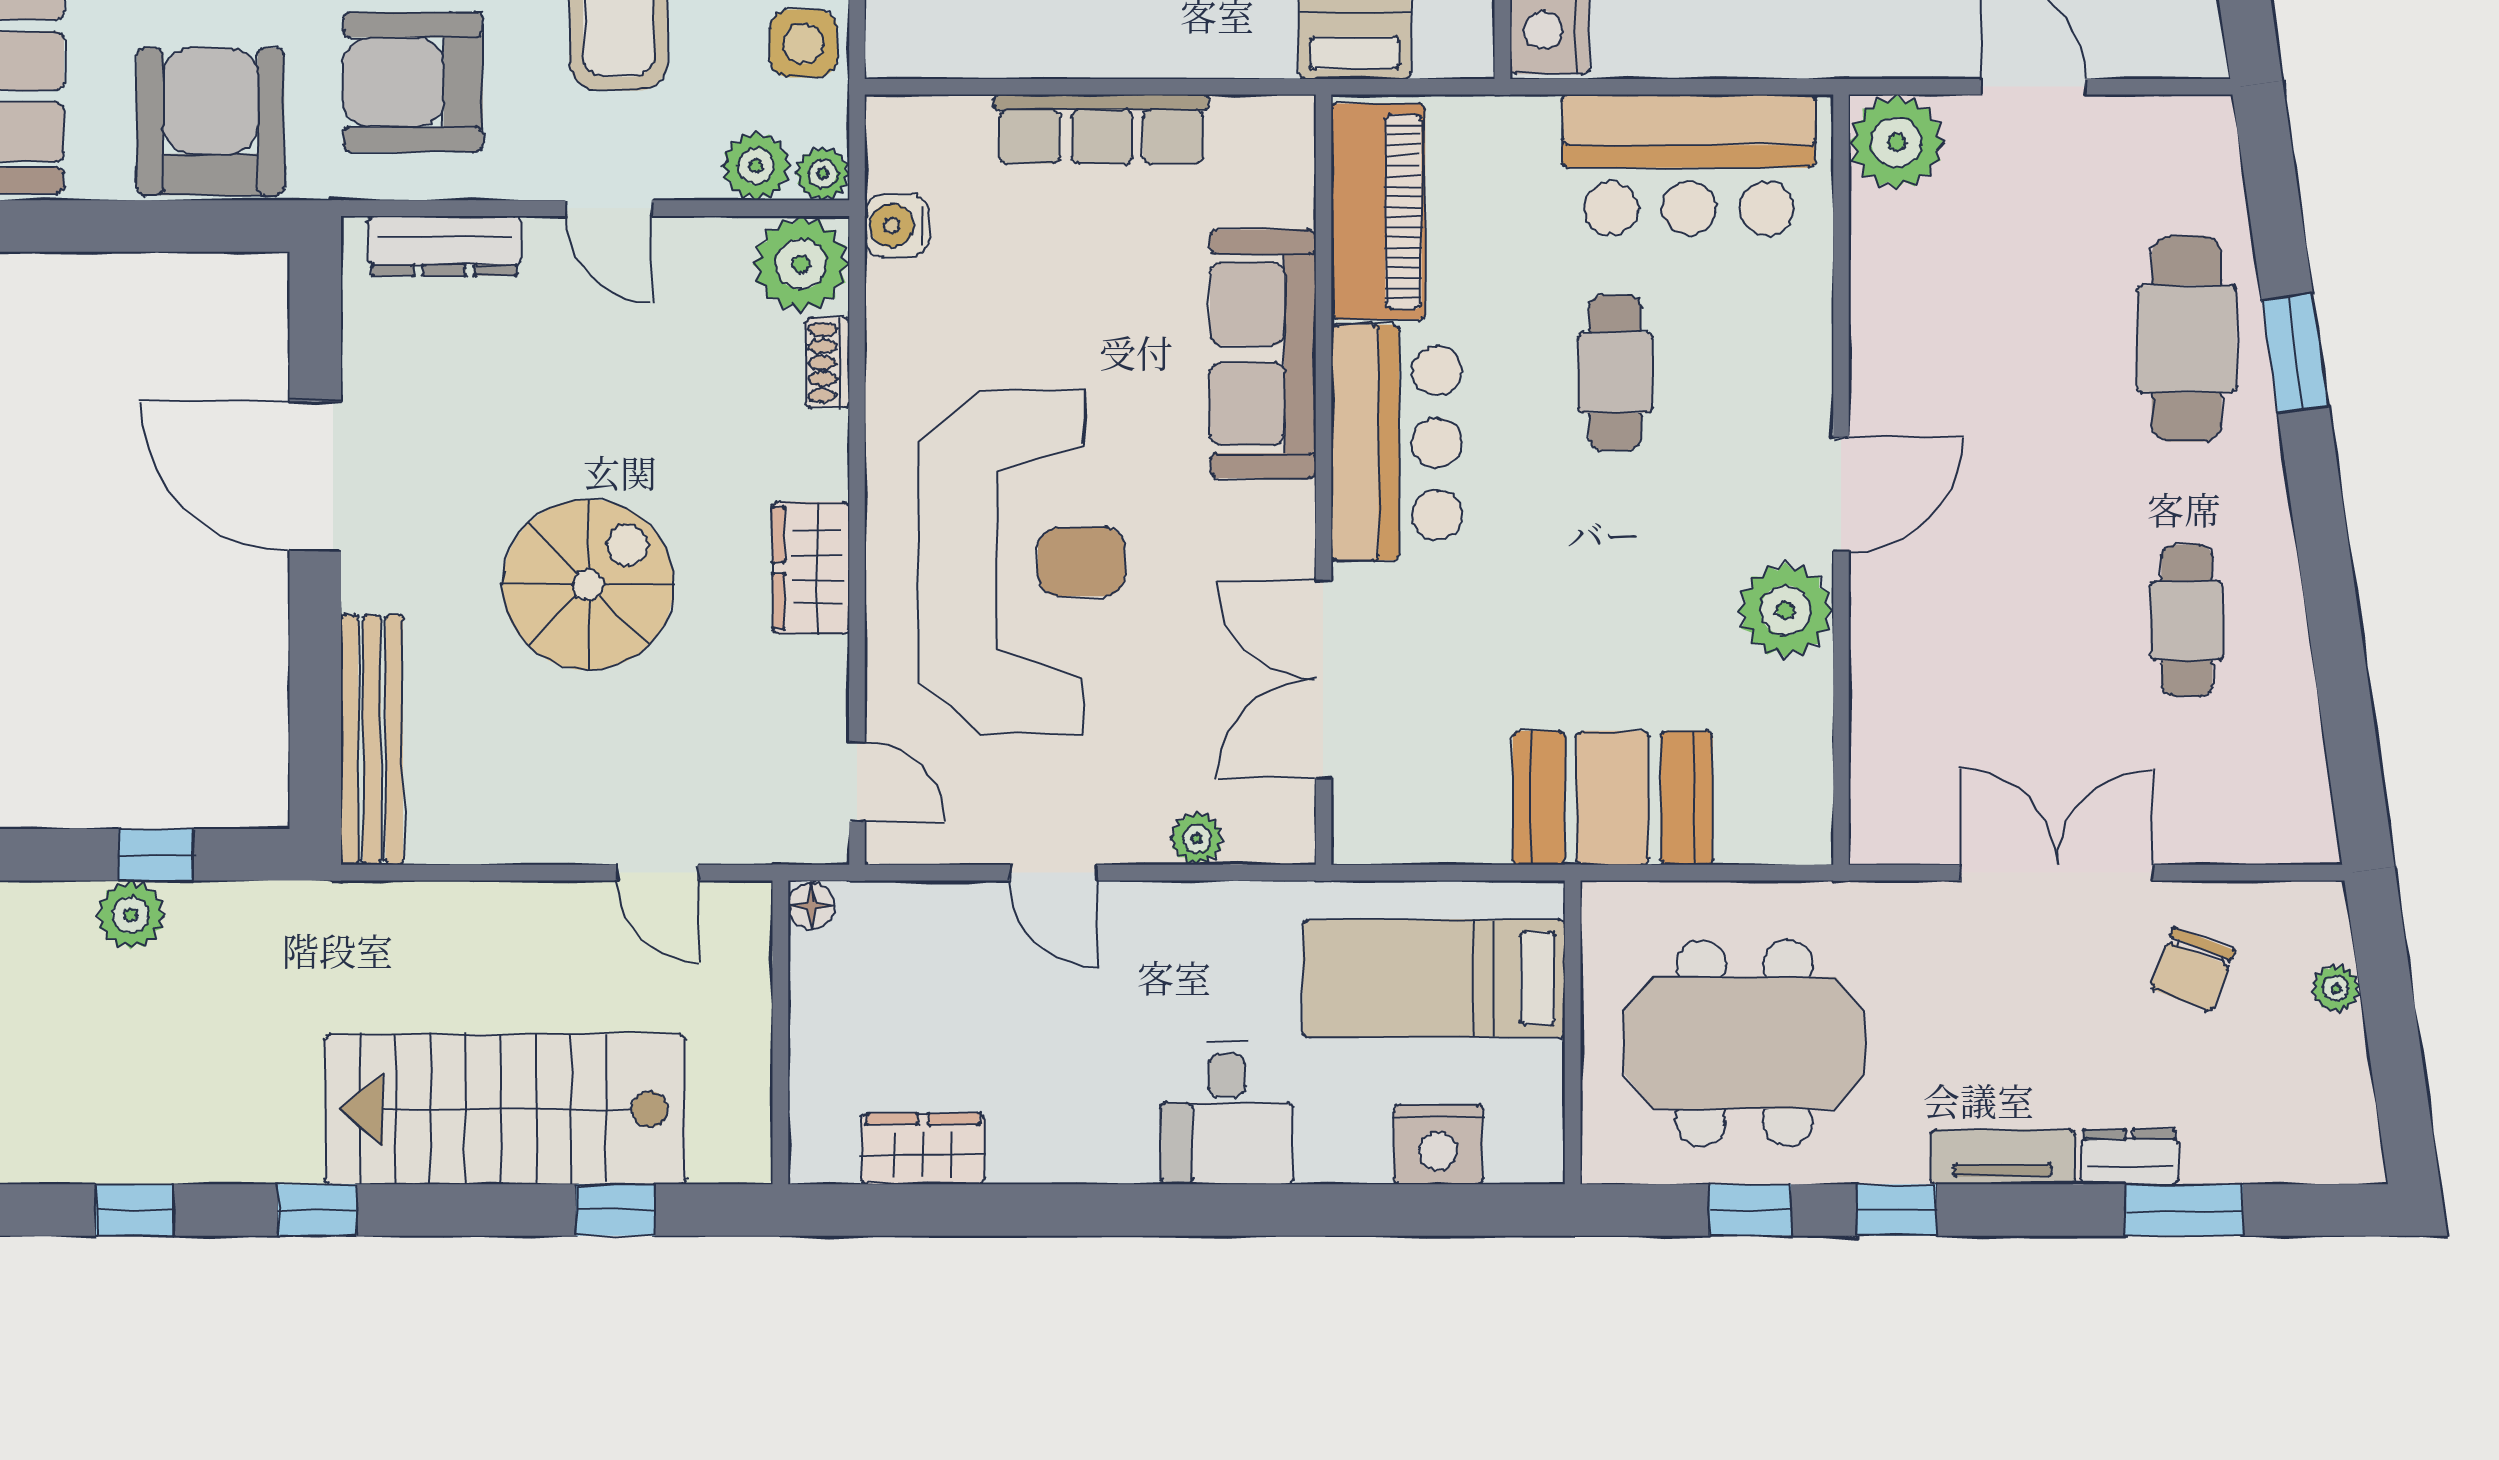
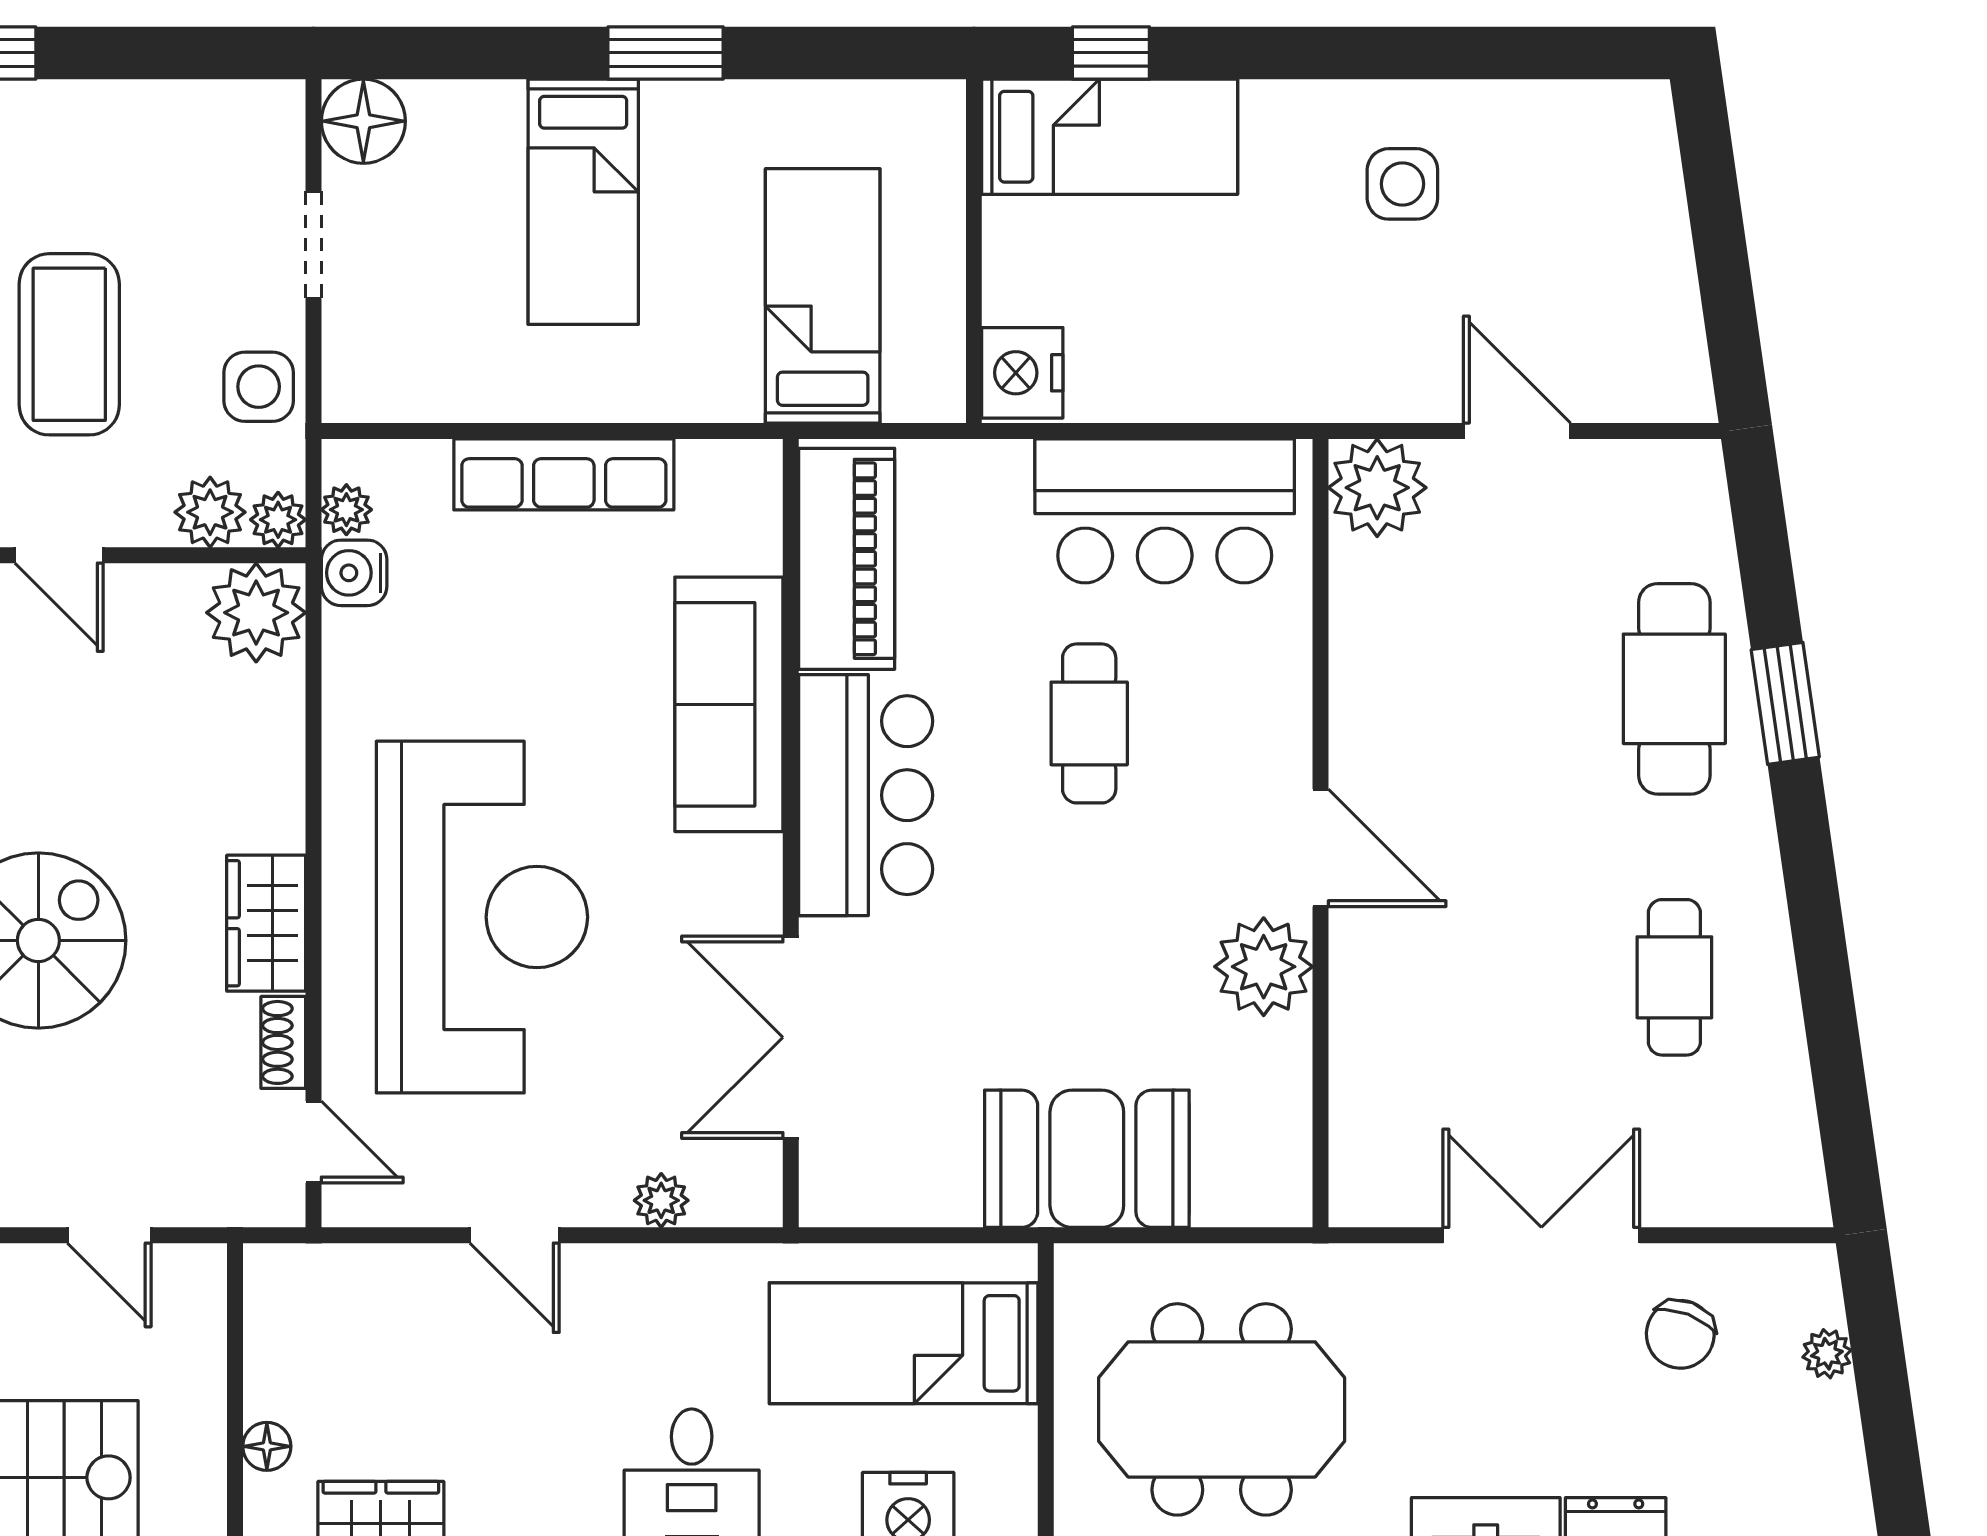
plant: (889, 164) -> (346, 510), added
shoe rack: (828, 363) -> (283, 1042), moved
door: (1841, 494) -> (1320, 848), hinge flipped
floor lamp: (812, 906) -> (267, 1446), moved

